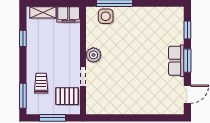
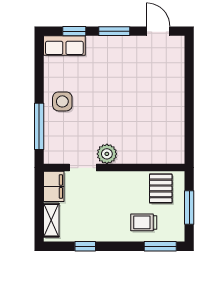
side table: (106, 16) -> (62, 101), moved
row of seats: (176, 61) -> (64, 45), moved
doorway: (83, 76) -> (83, 168), moved

